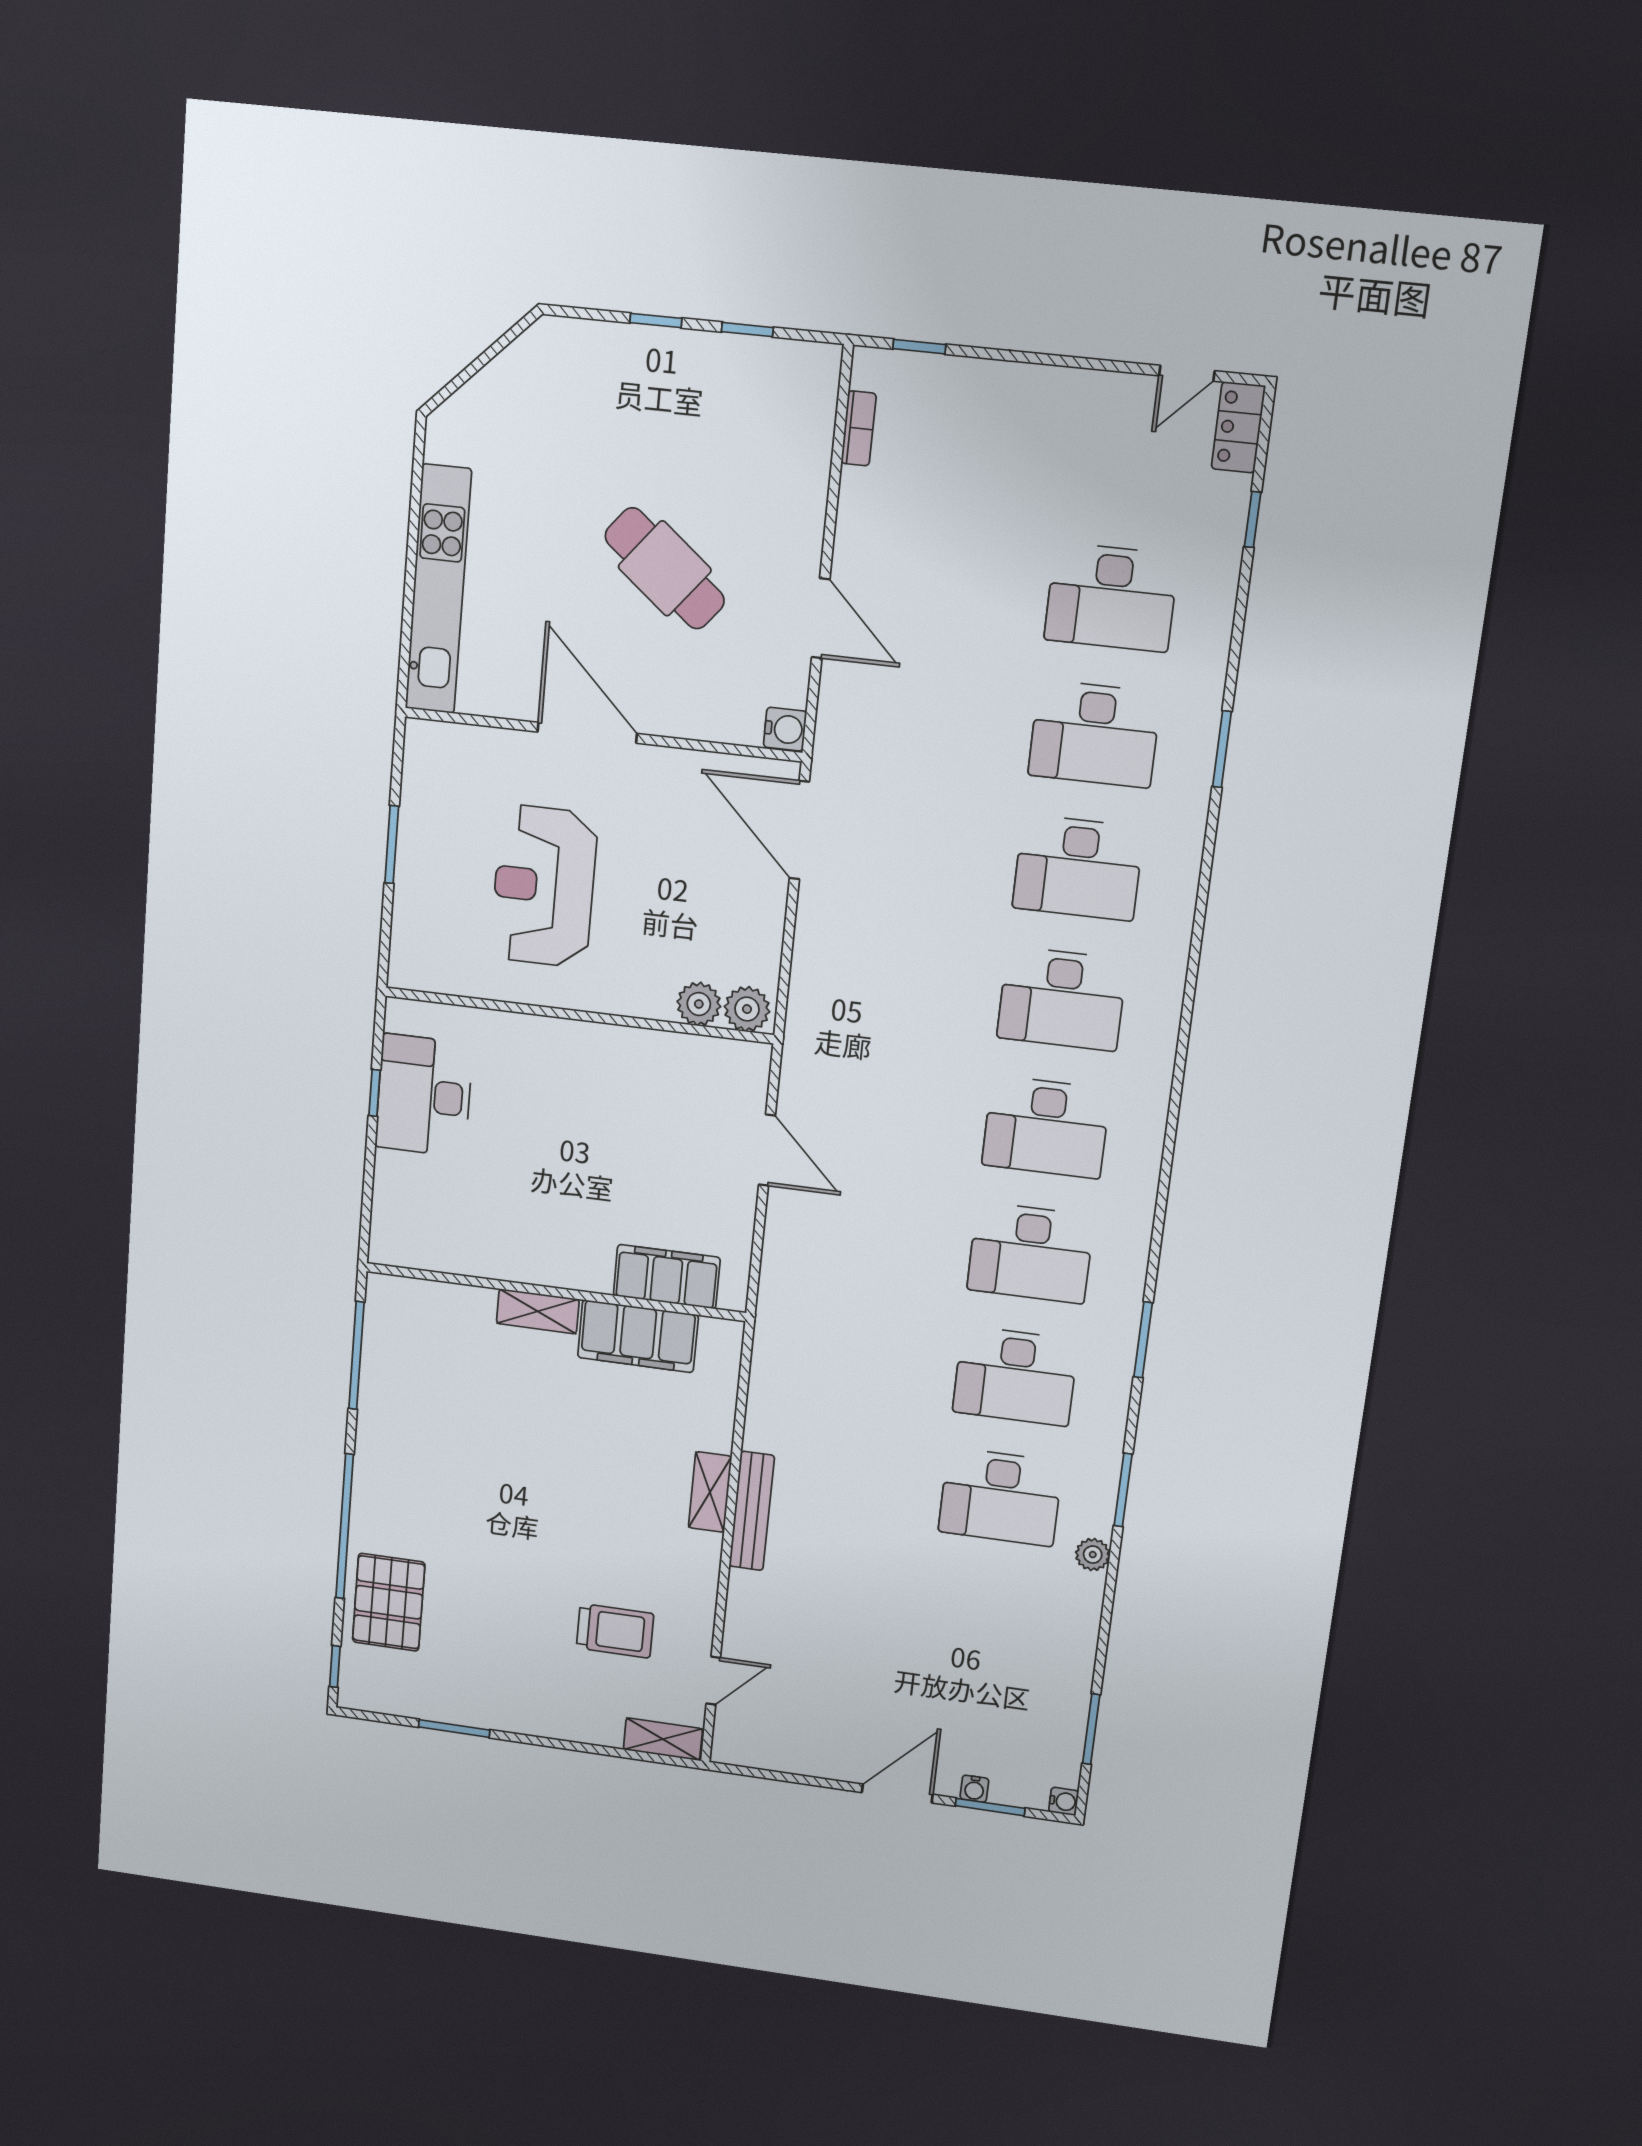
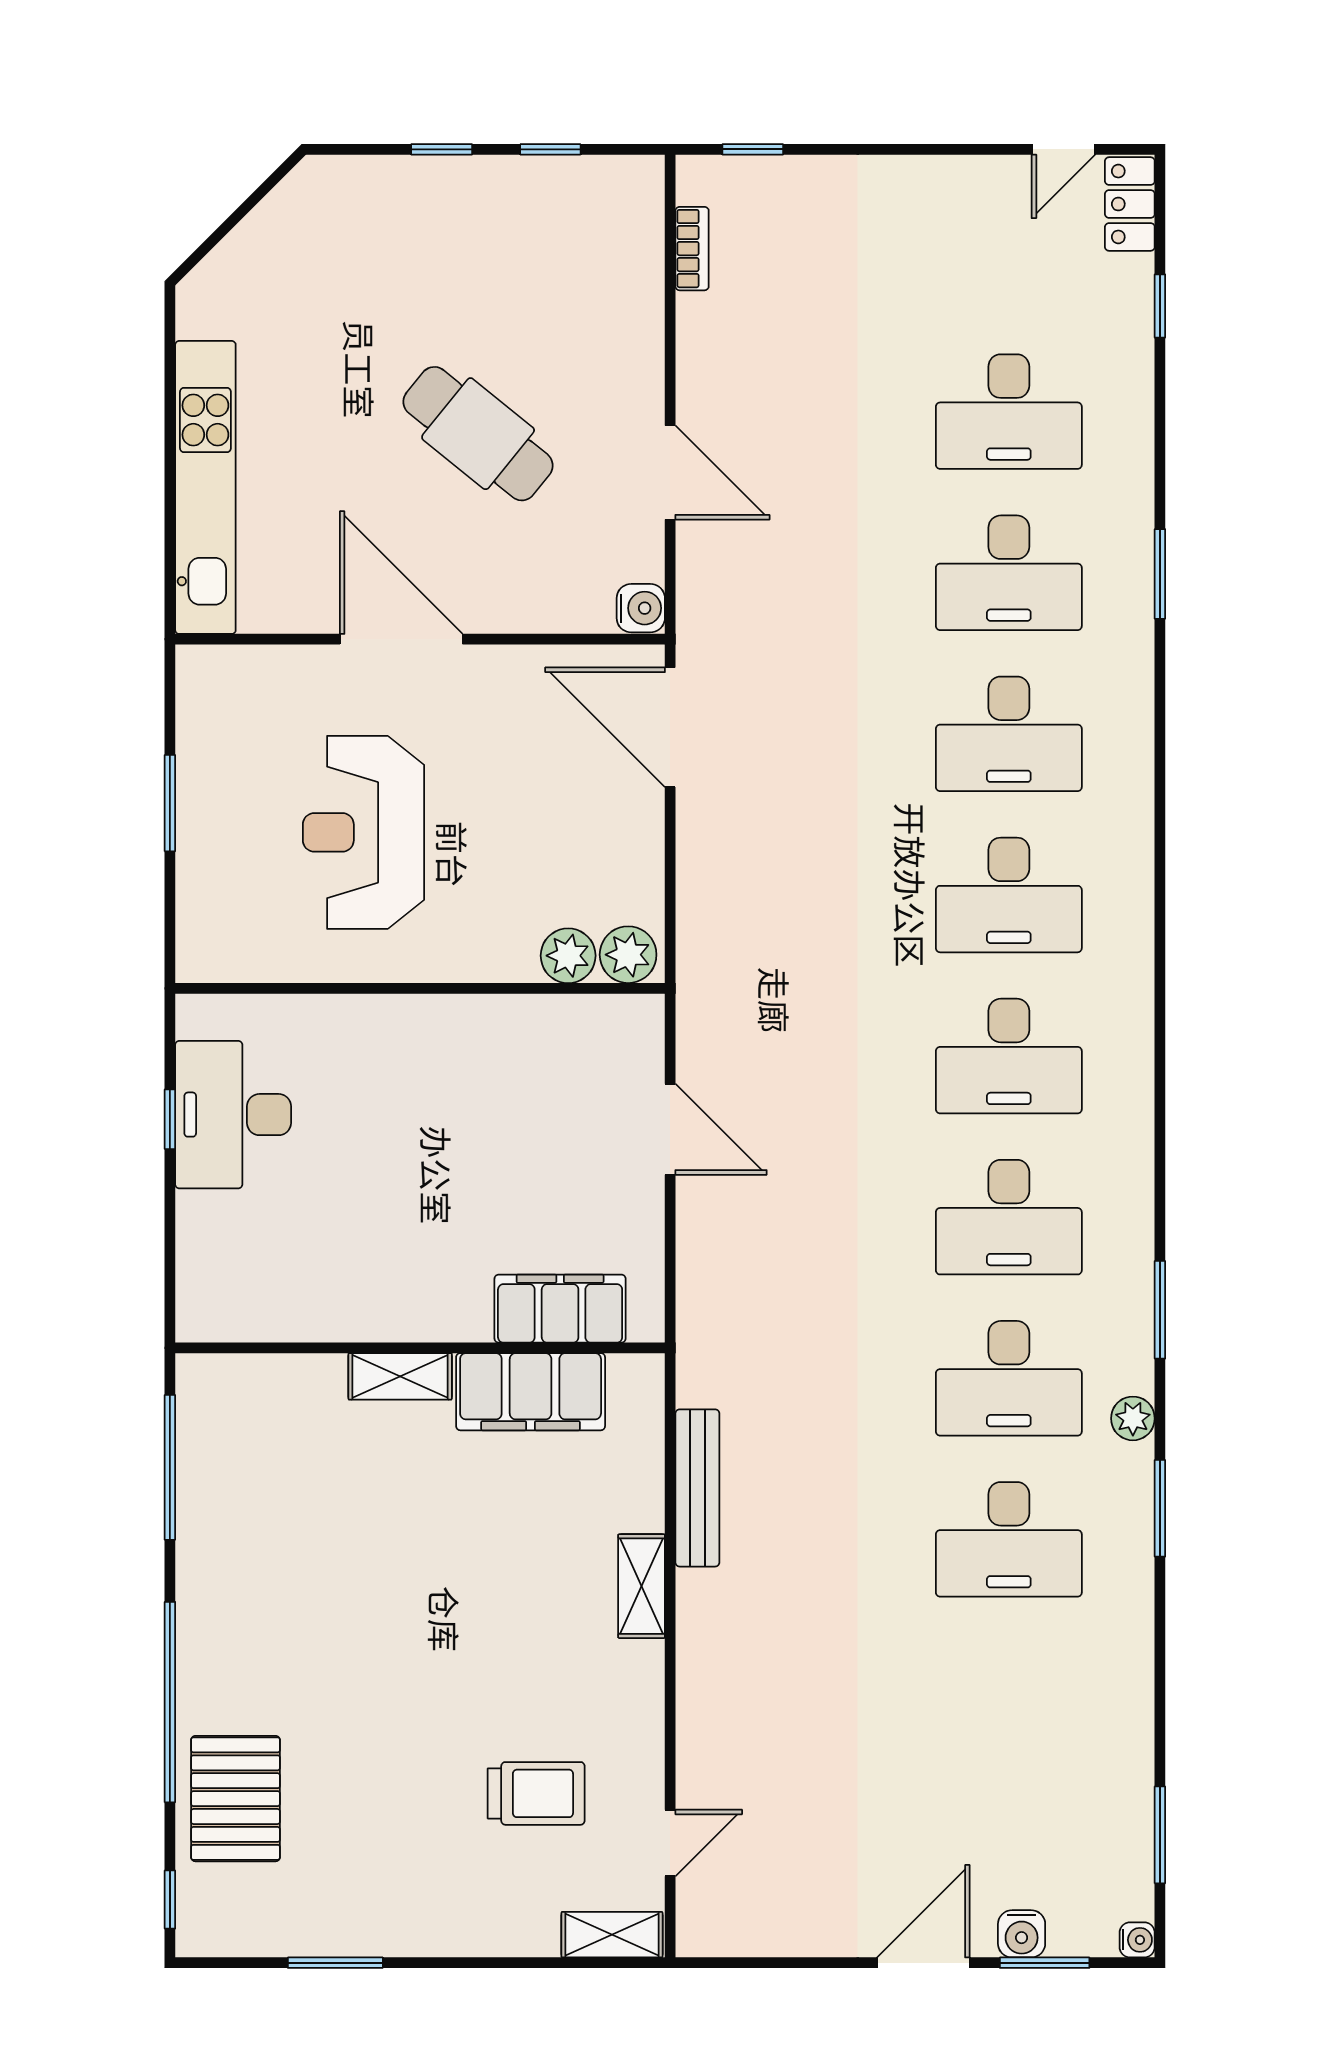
bench: (752, 1511) -> (697, 1488), moved
plant: (1093, 1555) -> (1133, 1418), moved
water cooler: (974, 1789) -> (1022, 1934), width x1.38, depth x1.38

